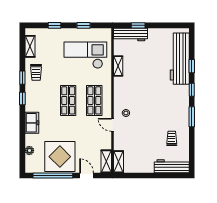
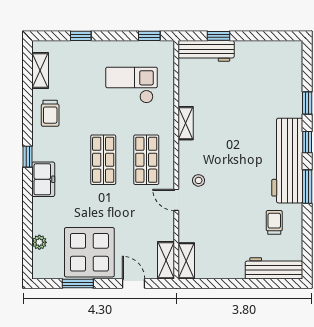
window: (83, 25) -> (149, 36), moved
checkout: (85, 55) -> (132, 85), width x0.73, depth x0.83
workbench: (180, 59) -> (287, 161), moved
shelving: (118, 66) -> (186, 123), moved
window: (22, 78) -> (28, 122), removed
freezer: (32, 123) -> (43, 179), moved
window: (53, 175) -> (78, 284), width x0.47

